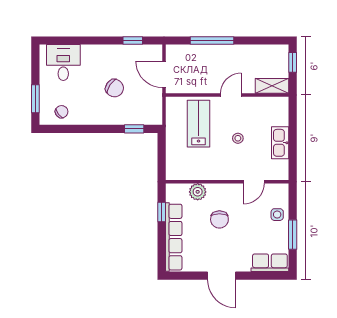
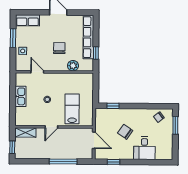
desk: (63, 63) -> (144, 148), moved
lab bench: (199, 124) -> (72, 109), turned 180
door: (254, 182) -> (37, 72), hinge flipped

